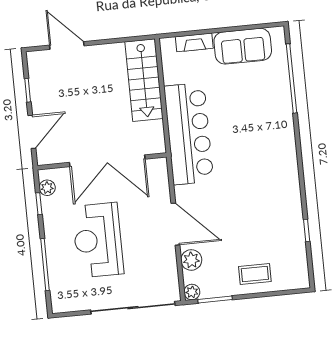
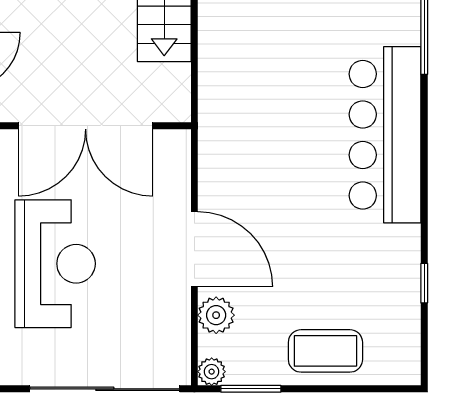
bar counter: (189, 134) -> (385, 135), moved, turned 180
reception desk: (98, 240) -> (55, 264), turned 180
coffee table: (255, 274) -> (325, 351), width x1.36, depth x1.30

